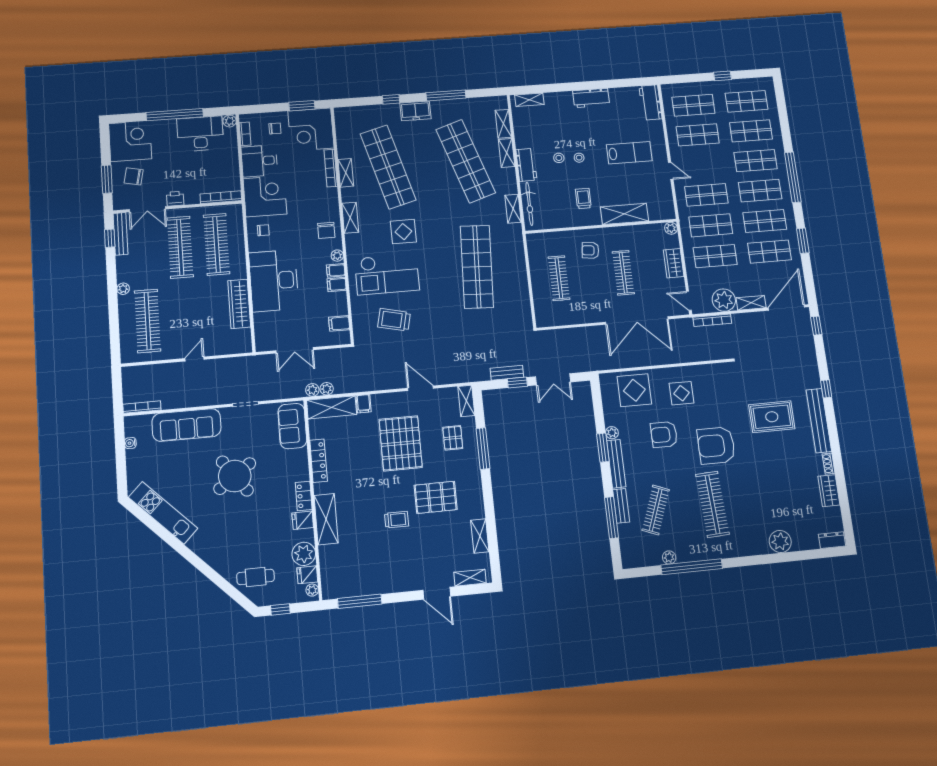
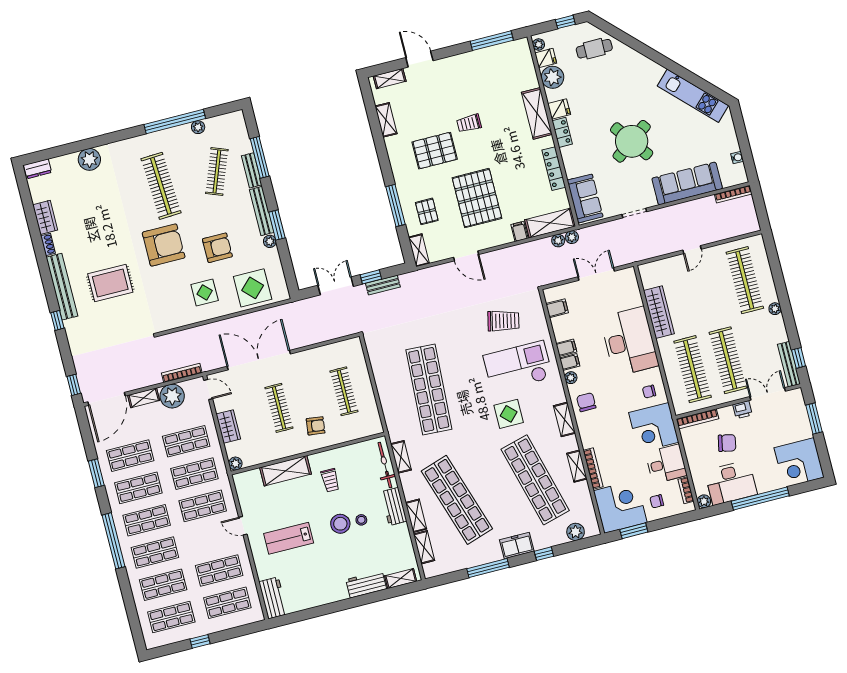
workbench: (591, 98) -> (366, 584), moved
plant: (358, 114) -> (576, 532), added
stool: (579, 158) -> (340, 524), width x1.89, depth x1.89
chair: (134, 176) -> (727, 443), moved

